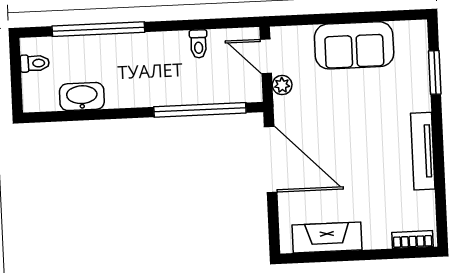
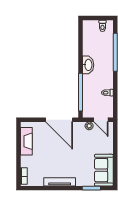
sofa: (354, 45) -> (104, 170), moved
door: (266, 56) -> (101, 120), swing flipped
washbasin: (82, 97) -> (88, 65), moved
door: (271, 159) -> (59, 120), hinge flipped

